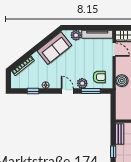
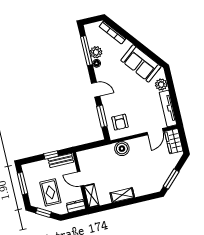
plant: (82, 83) -> (96, 52), moved
window: (33, 91) -> (87, 51), width x2.17
door: (67, 91) -> (96, 90), hinge flipped
window: (113, 152) -> (51, 155), moved

